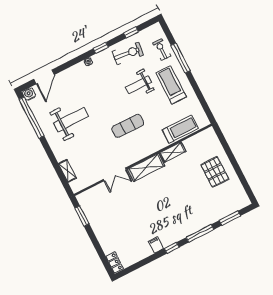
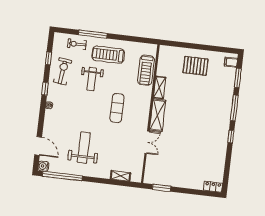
treadmill: (180, 129) -> (146, 70), turned 180
filing cabinet: (156, 245) -> (231, 62), moved

